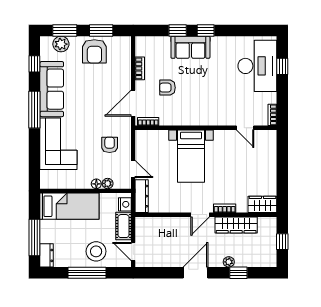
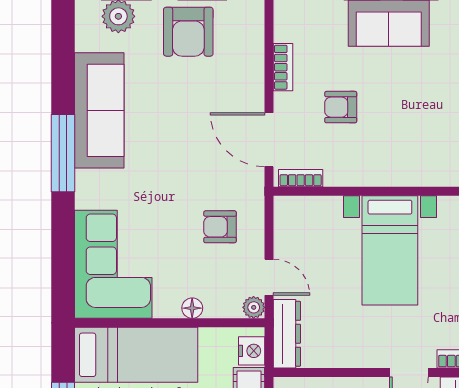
window: (34, 64) -> (63, 58), removed
door: (133, 103) -> (269, 140), hinge flipped
corner sofa: (58, 144) -> (113, 264), moved
armchair: (110, 145) -> (220, 227), turned -90
plant: (108, 183) -> (254, 307), moved

